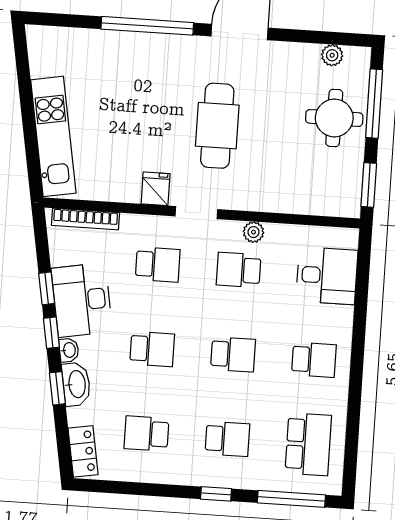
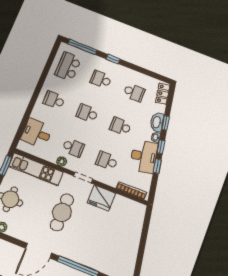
kitchen unit: (53, 136) -> (36, 169), moved, turned -80
fridge: (156, 189) -> (101, 198), width x1.88, depth x1.34

